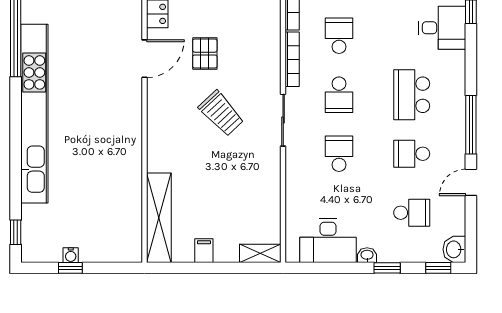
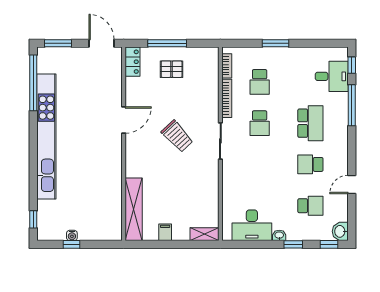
school desk: (339, 36) -> (260, 82), turned 180
pallet: (205, 54) -> (172, 69), moved, turned 90
door: (145, 59) -> (124, 120), moved
school desk: (412, 95) -> (310, 123), turned 180
window: (471, 125) -> (352, 105), moved
school desk: (339, 154) -> (260, 164), removed

